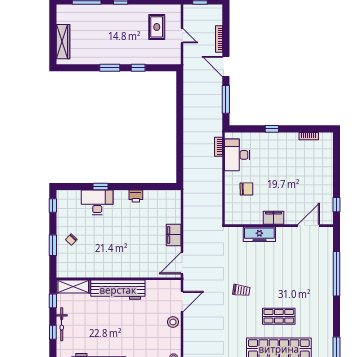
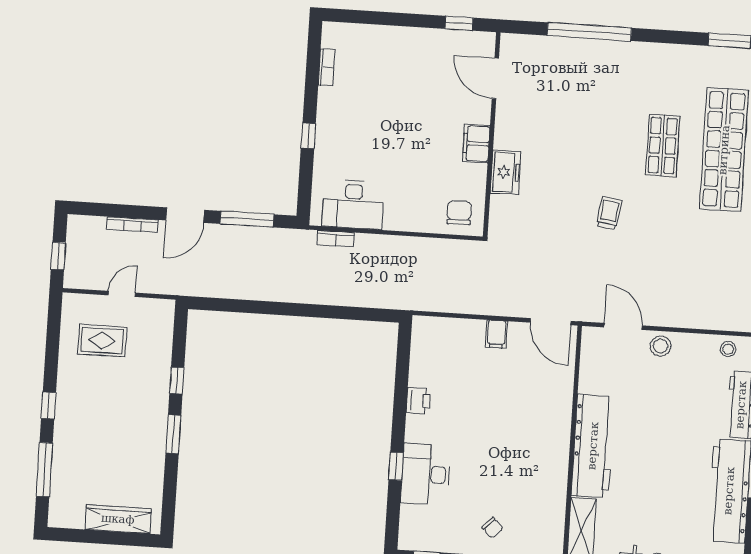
chair: (246, 189) -> (459, 213), moved
freezer: (259, 234) -> (506, 172), width x0.71
filing cabinet: (174, 235) -> (496, 334), width x0.50

